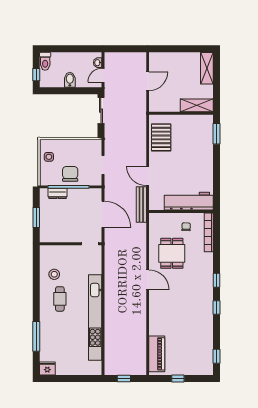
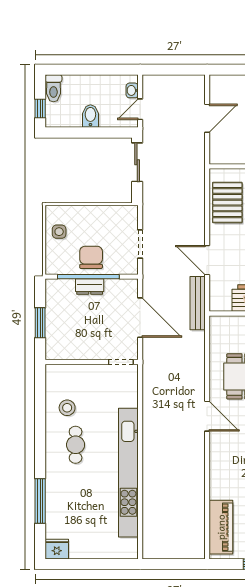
dresser: (58, 193) -> (90, 287), moved
window: (124, 378) -> (172, 564), removed

